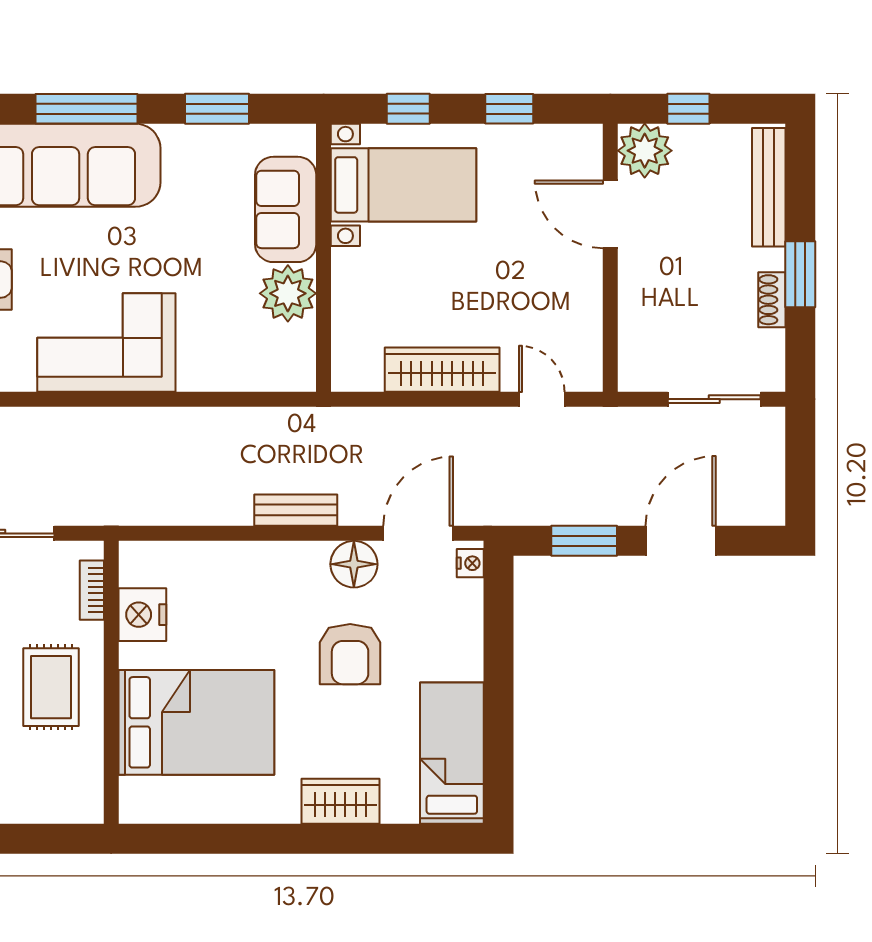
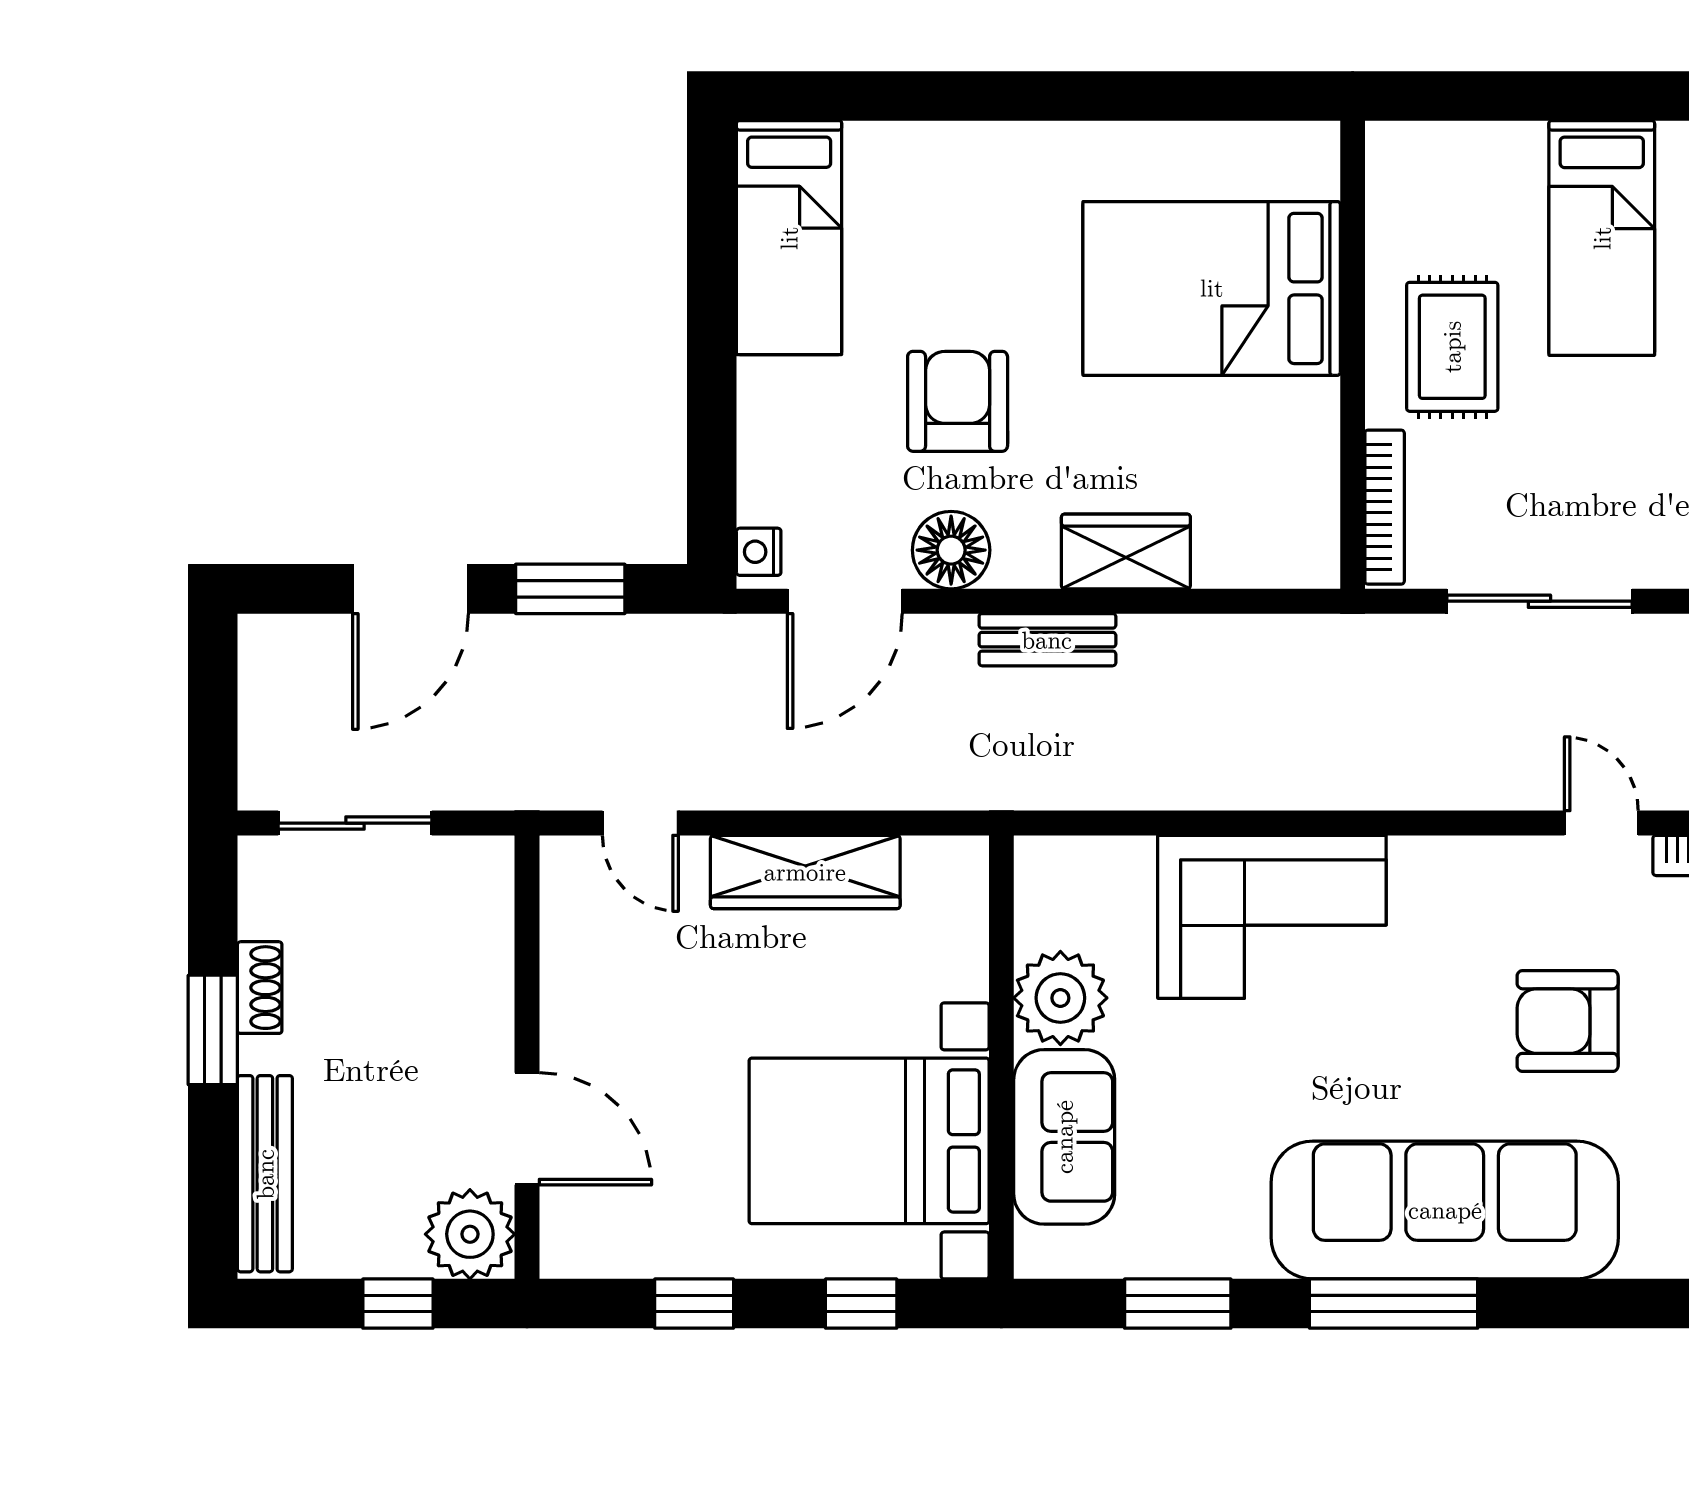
bed with nightstands: (404, 185) -> (869, 1141), width x1.36
corner sofa: (106, 342) -> (1272, 917), moved
bookcase: (92, 590) -> (1385, 507), width x1.56
nightstand: (142, 615) -> (1301, 467), removed
wardrobe: (340, 801) -> (1126, 552), moved, turned 180

